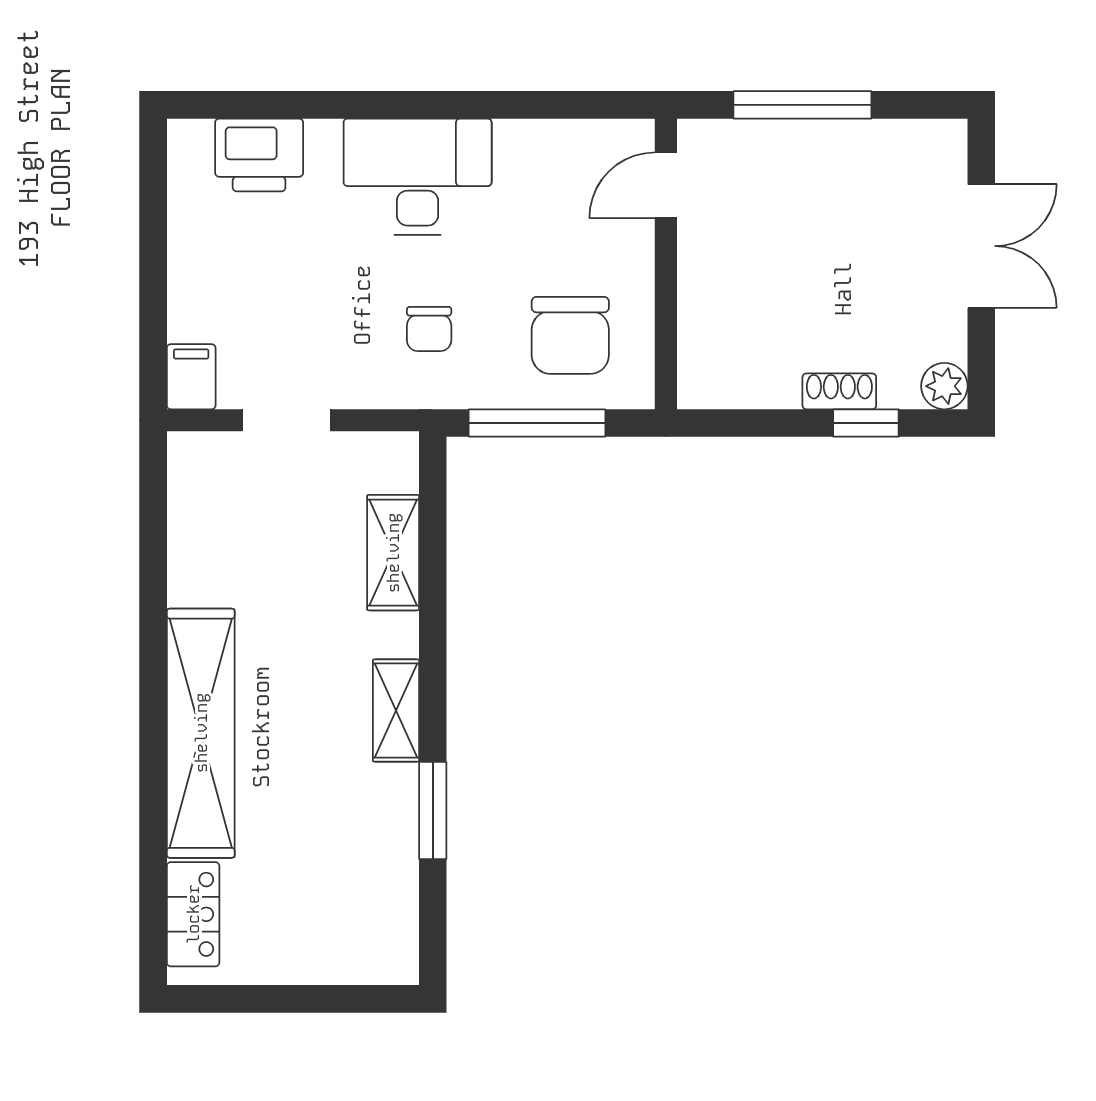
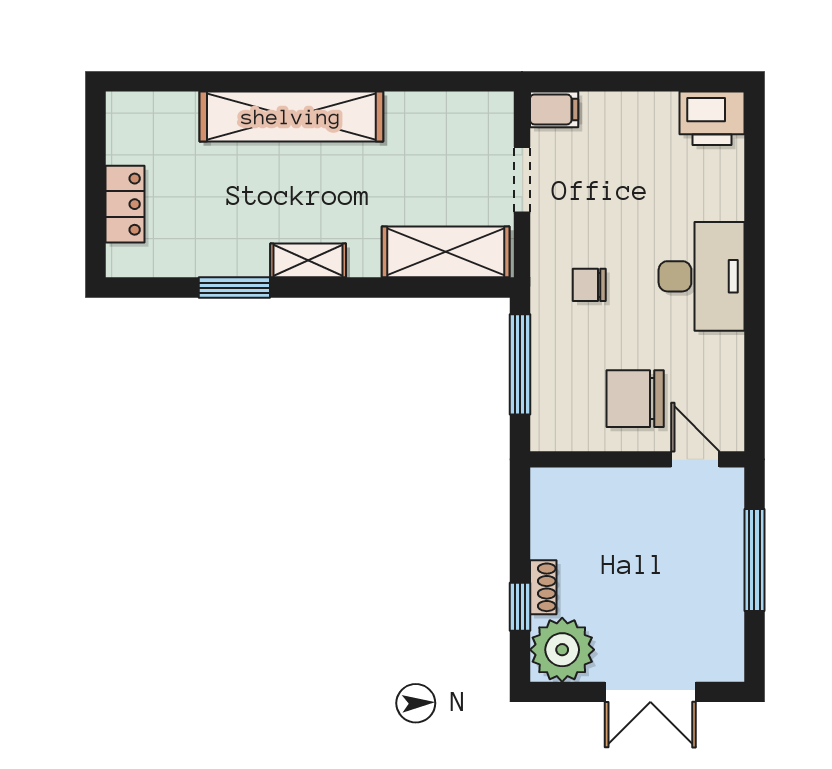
printer: (259, 155) -> (712, 118), moved, turned -90
chair: (570, 335) -> (635, 399), moved
plant: (944, 386) -> (562, 650), width x1.88, depth x1.88
shelving: (393, 553) -> (446, 252), width x1.50, depth x1.33
locker: (193, 914) -> (125, 204), moved, turned -90

